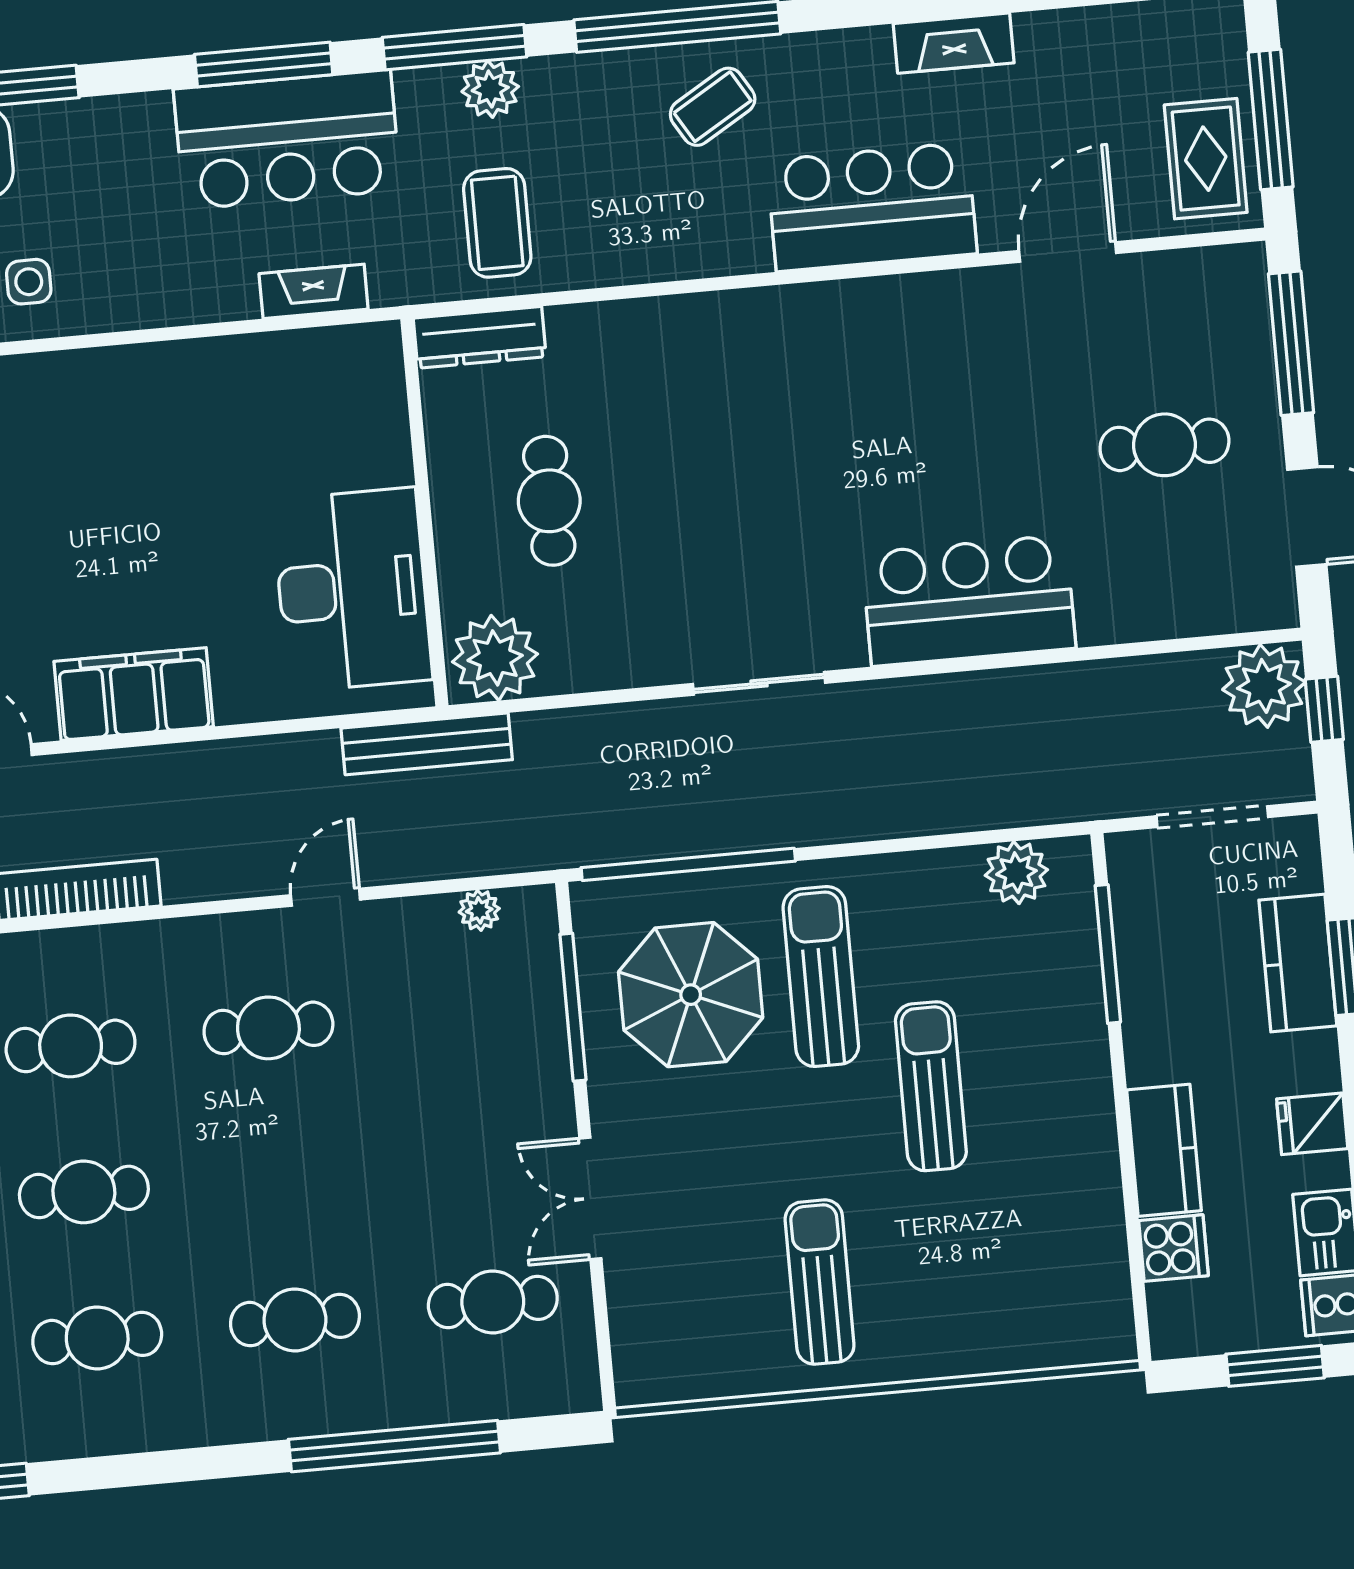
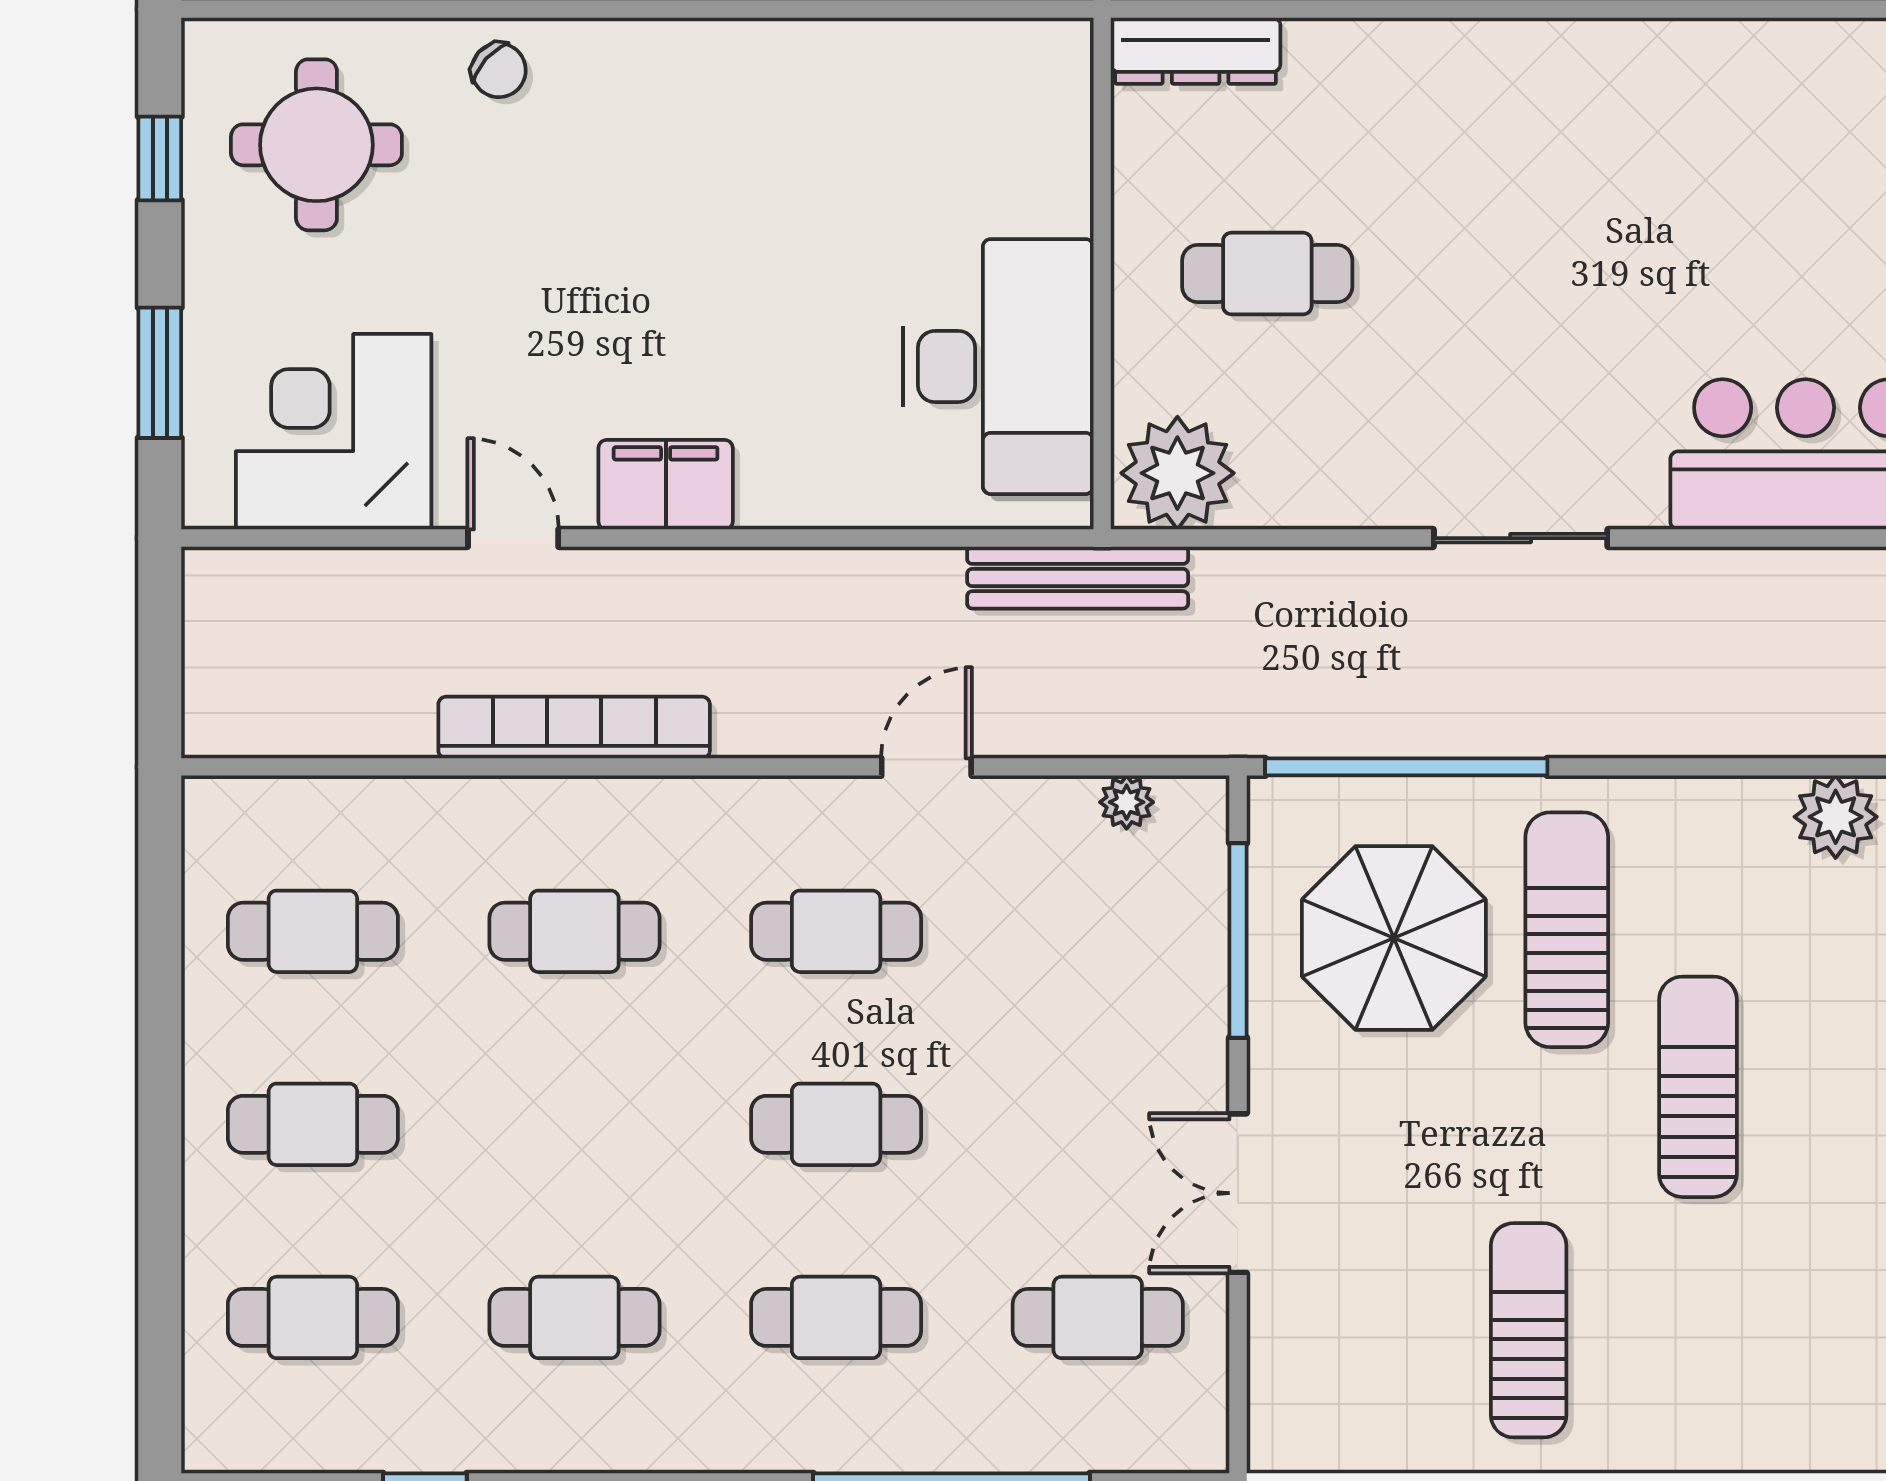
cafe table: (549, 501) -> (1267, 273), turned 90
filing cabinet: (134, 694) -> (666, 485), width x0.67, depth x0.86
cafe table: (84, 1192) -> (836, 1124), moved

